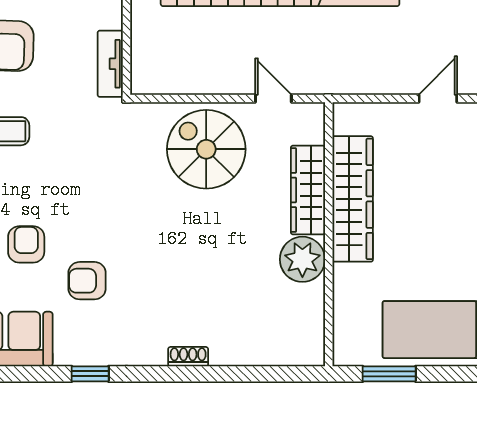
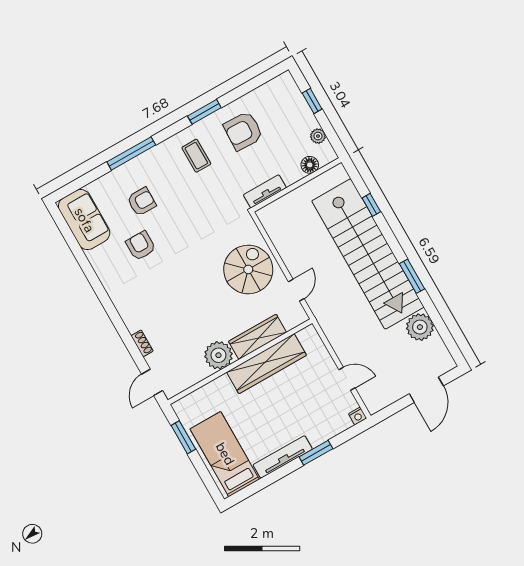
shoe rack: (188, 357) -> (142, 343), moved
window: (90, 374) -> (91, 276), removed
door: (287, 374) -> (152, 382), added

